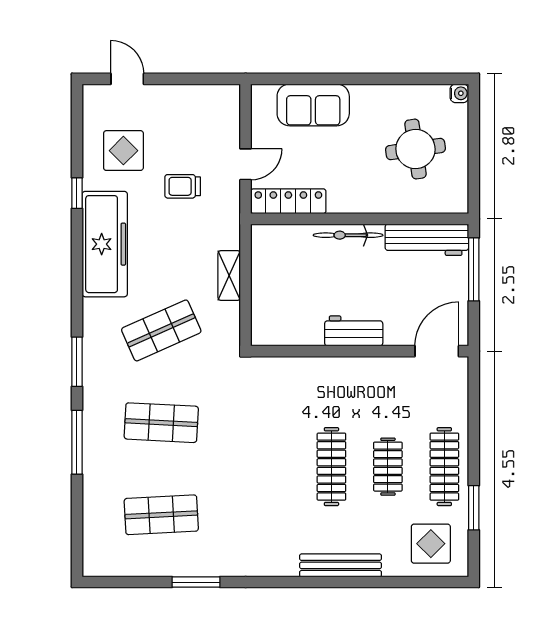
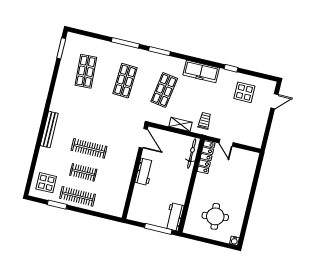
sofa: (313, 105) -> (244, 177), removed
trolley: (183, 186) -> (205, 121), moved
bicycle: (348, 235) -> (192, 154), moved
workbench: (427, 240) -> (174, 217), width x0.73
freezer: (105, 244) -> (201, 71), width x0.73, depth x0.79
shop shelf: (161, 330) -> (164, 90), turned 33
door: (437, 351) -> (143, 138), moved
bench: (341, 565) -> (49, 129), moved
window: (196, 582) -> (61, 48), moved

